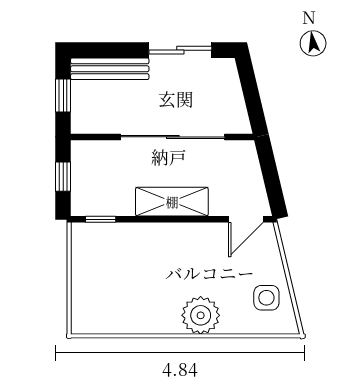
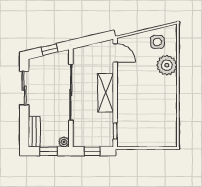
bench: (110, 69) -> (34, 132), width x0.73
window: (252, 97) -> (49, 50), added
plant: (80, 124) -> (64, 142), added
plant: (201, 315) -> (167, 65), moved

